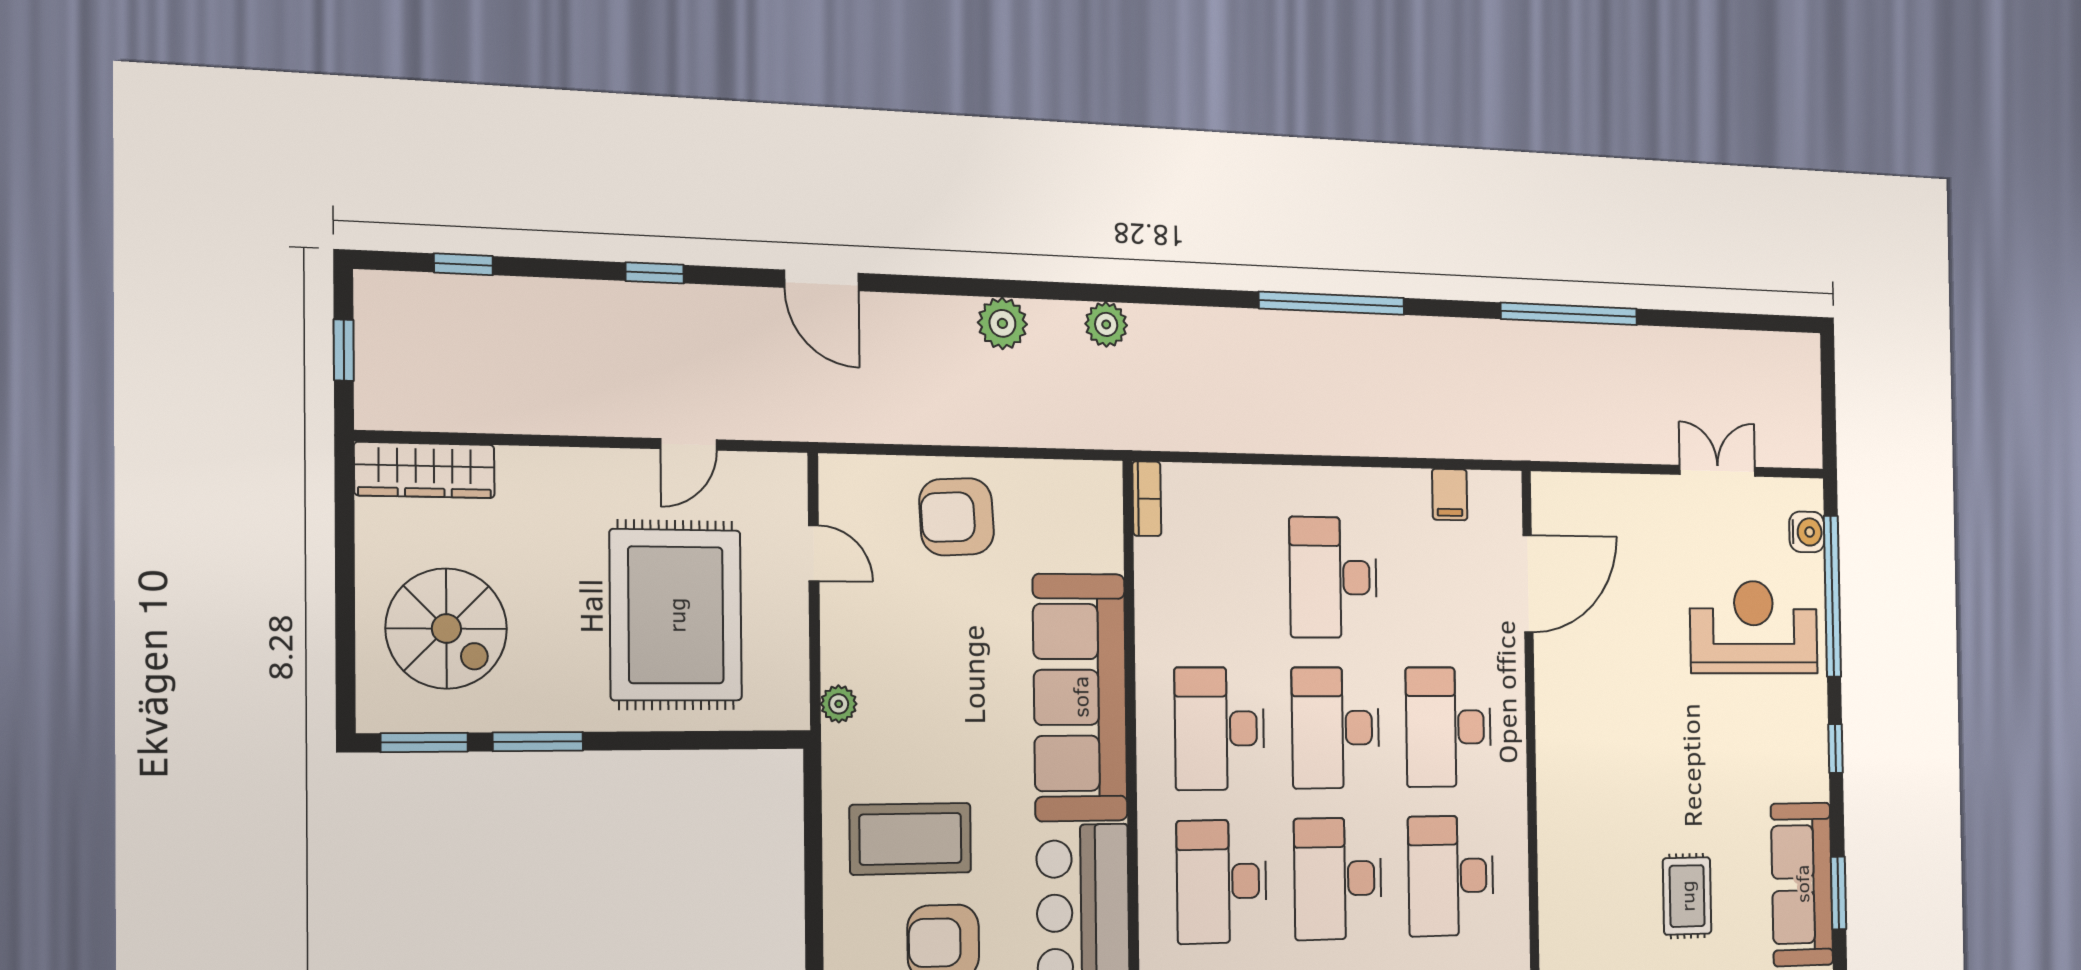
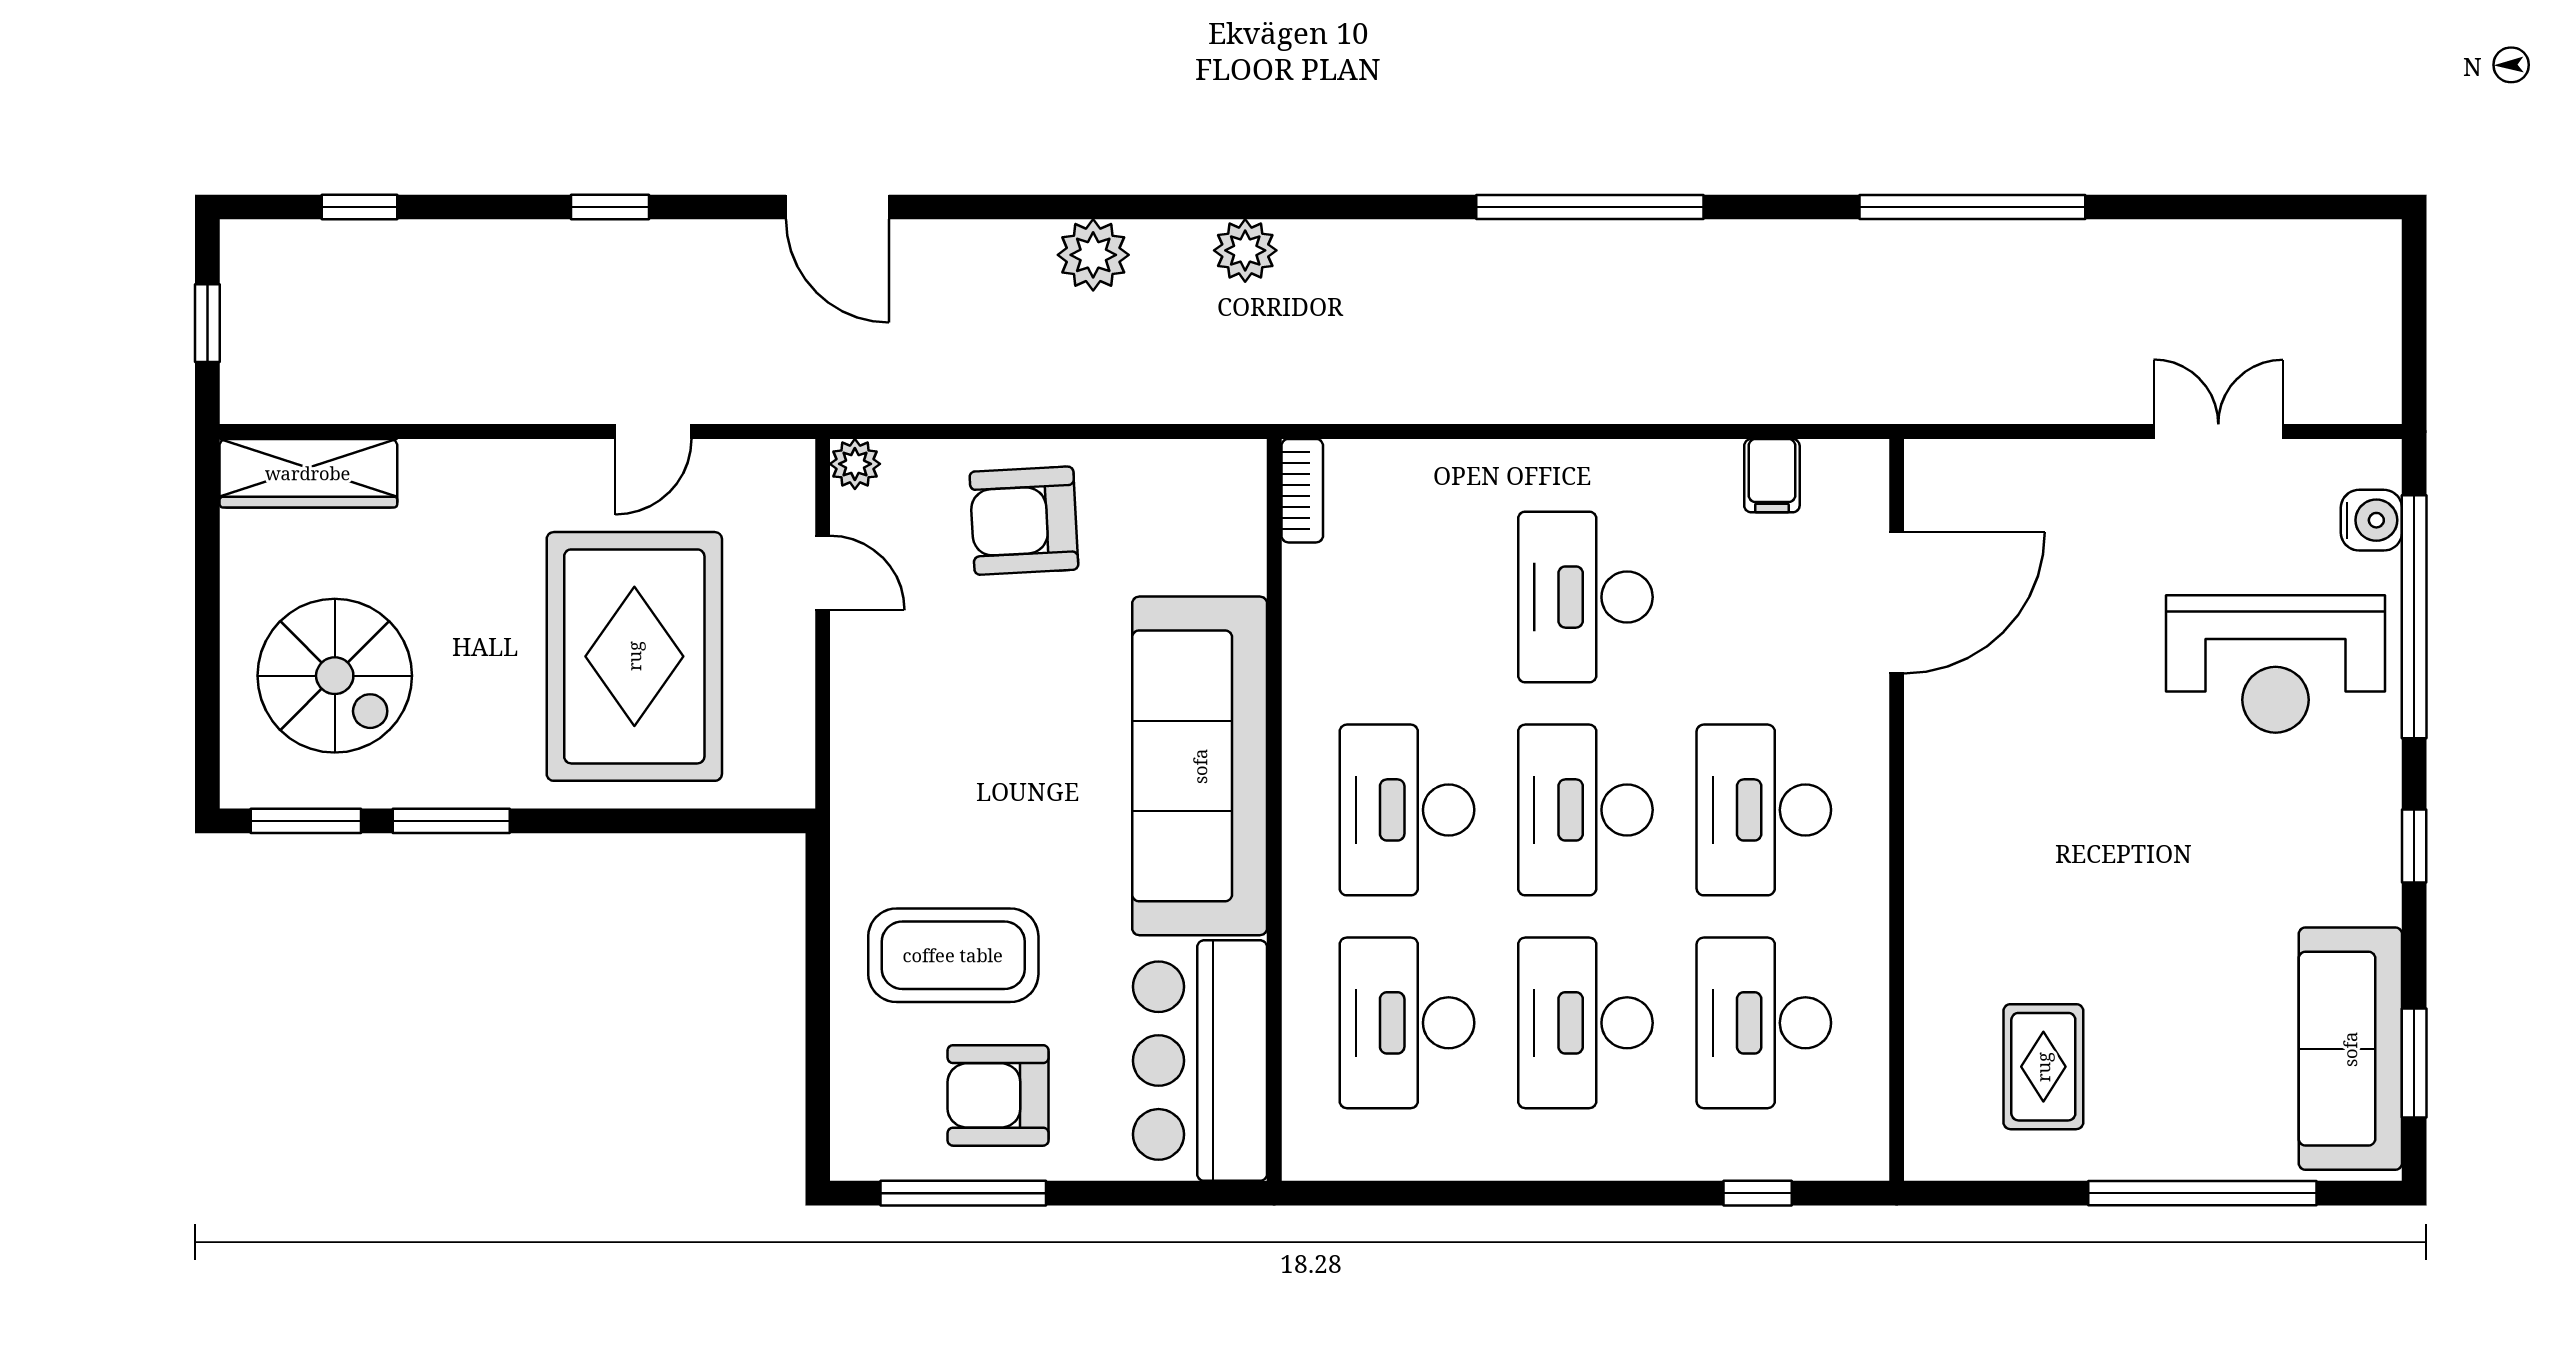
reception desk: (1754, 627) -> (2276, 664), turned 180
plant: (839, 704) -> (855, 464), moved
rug: (1687, 896) -> (2043, 1067), moved

